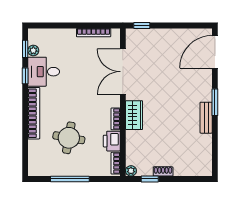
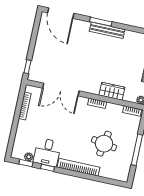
wardrobe: (134, 115) -> (112, 91), moved
bench: (206, 118) -> (107, 30), width x1.36
printer: (112, 141) -> (114, 110), removed

